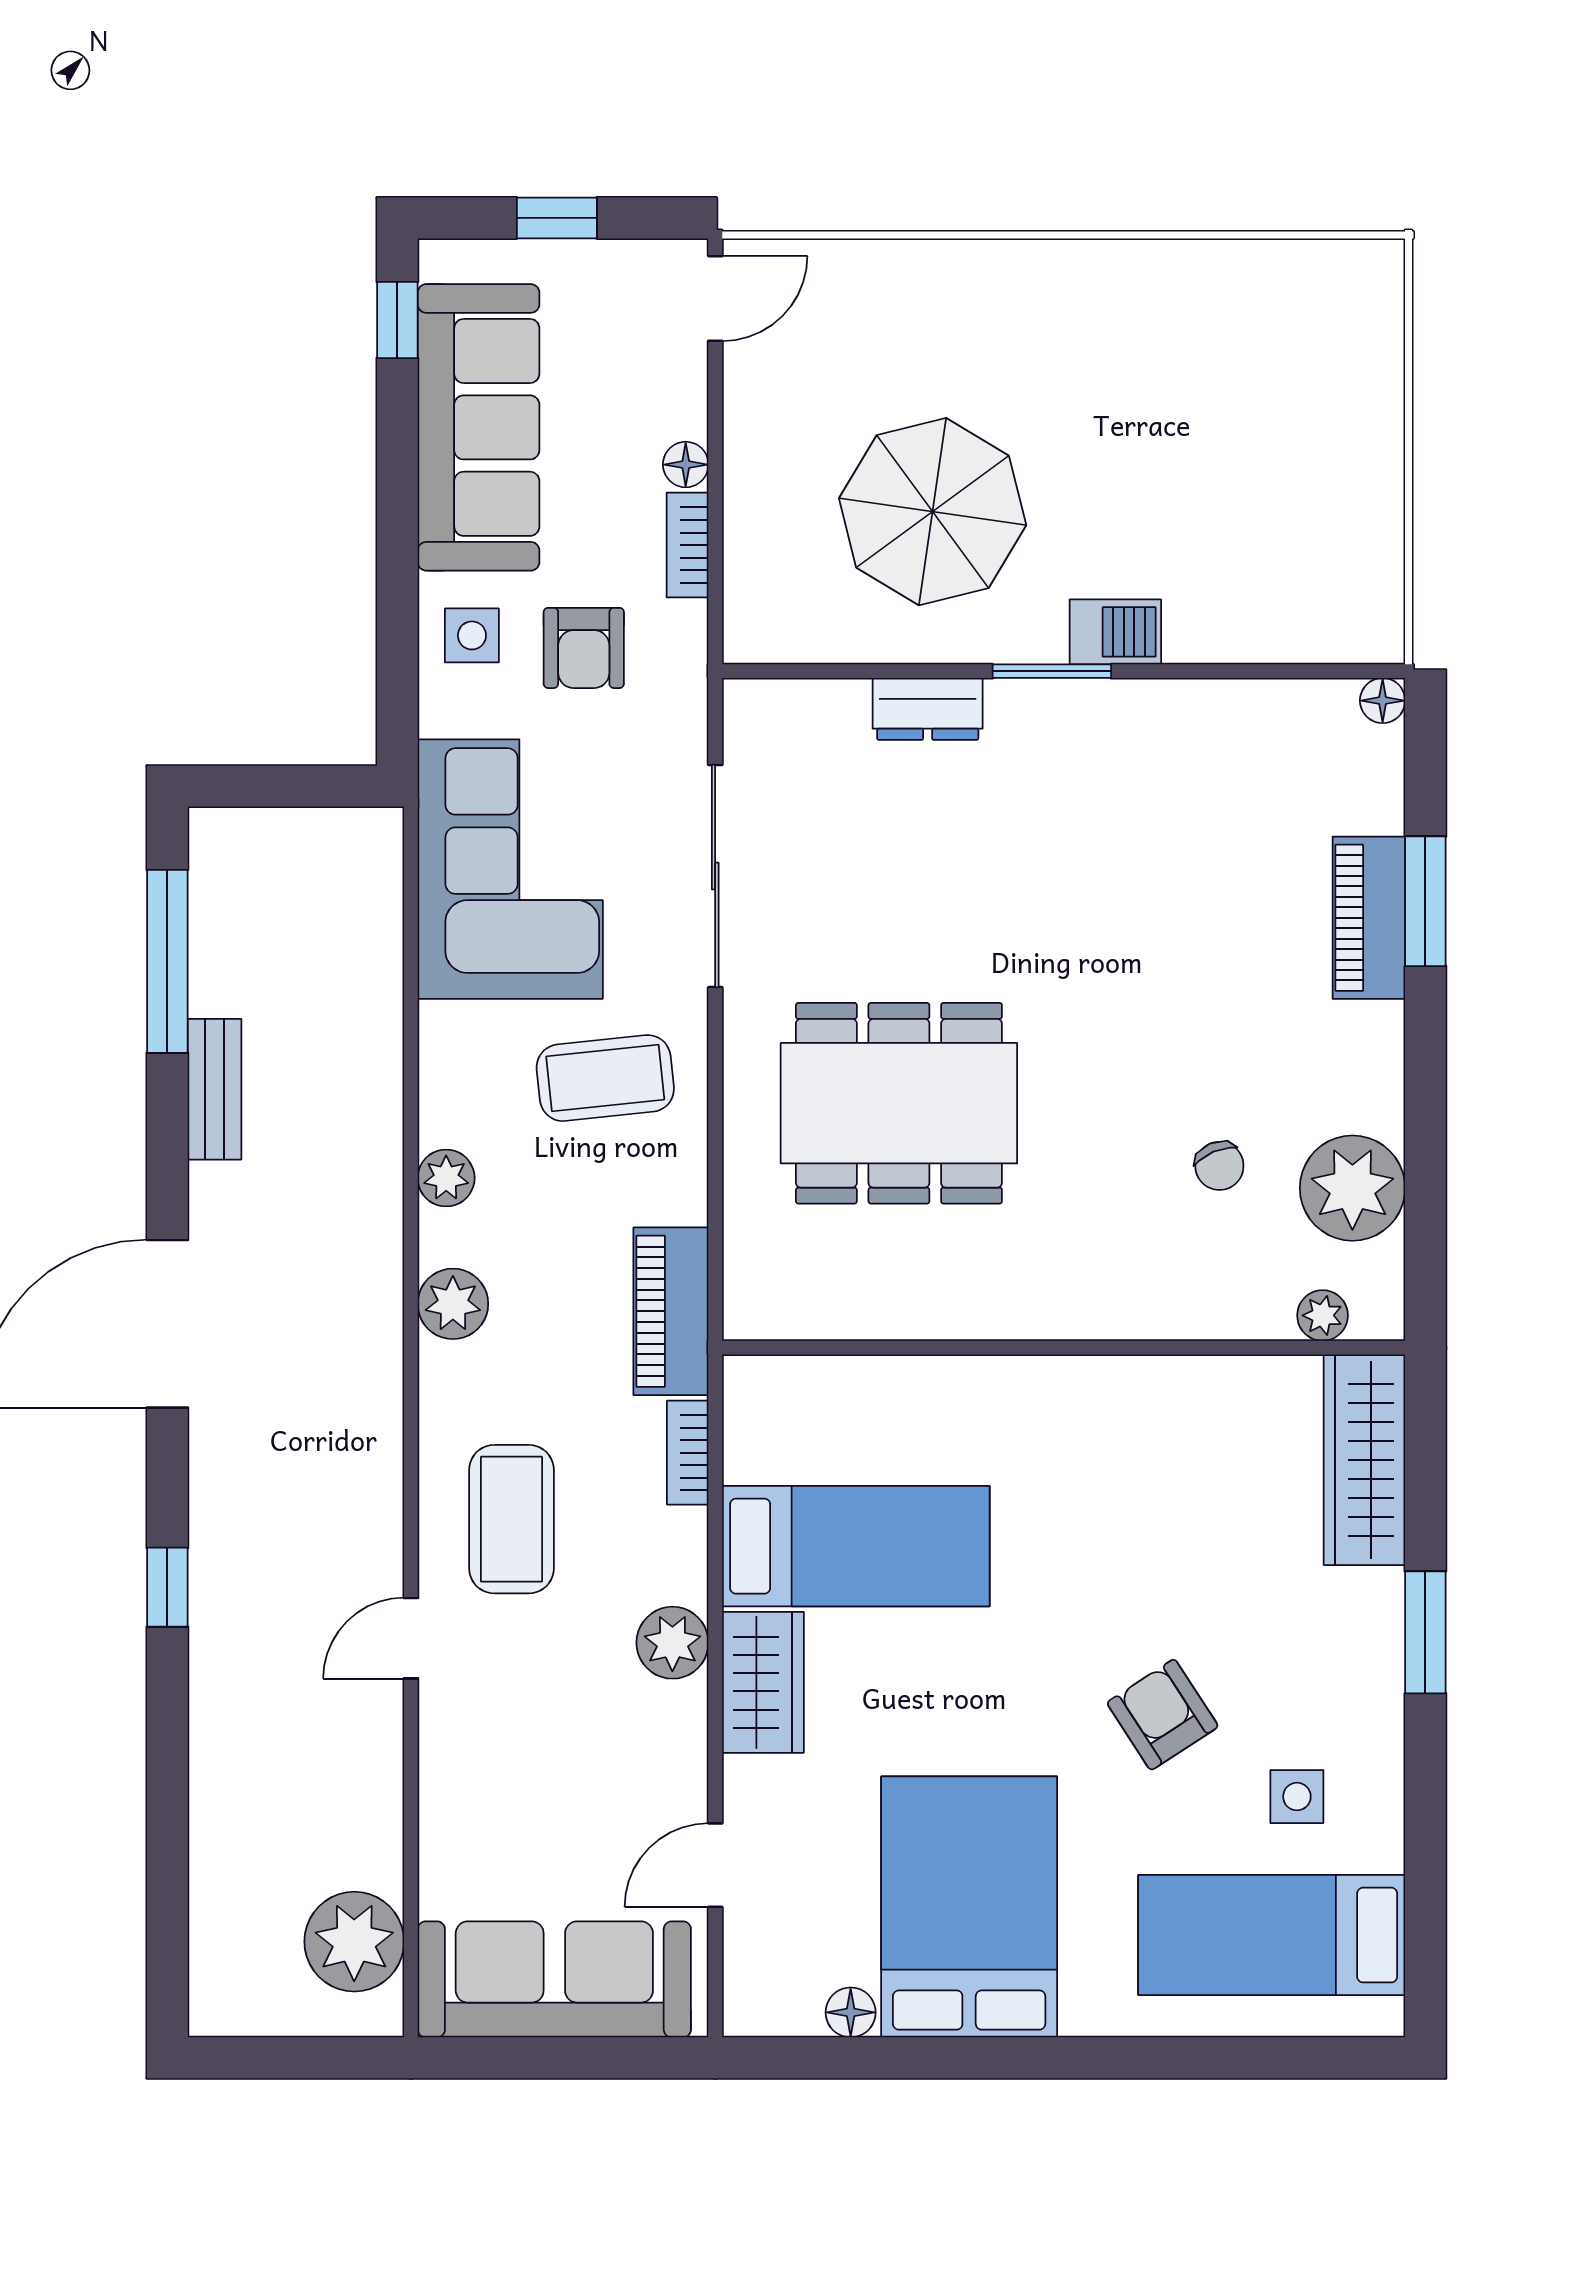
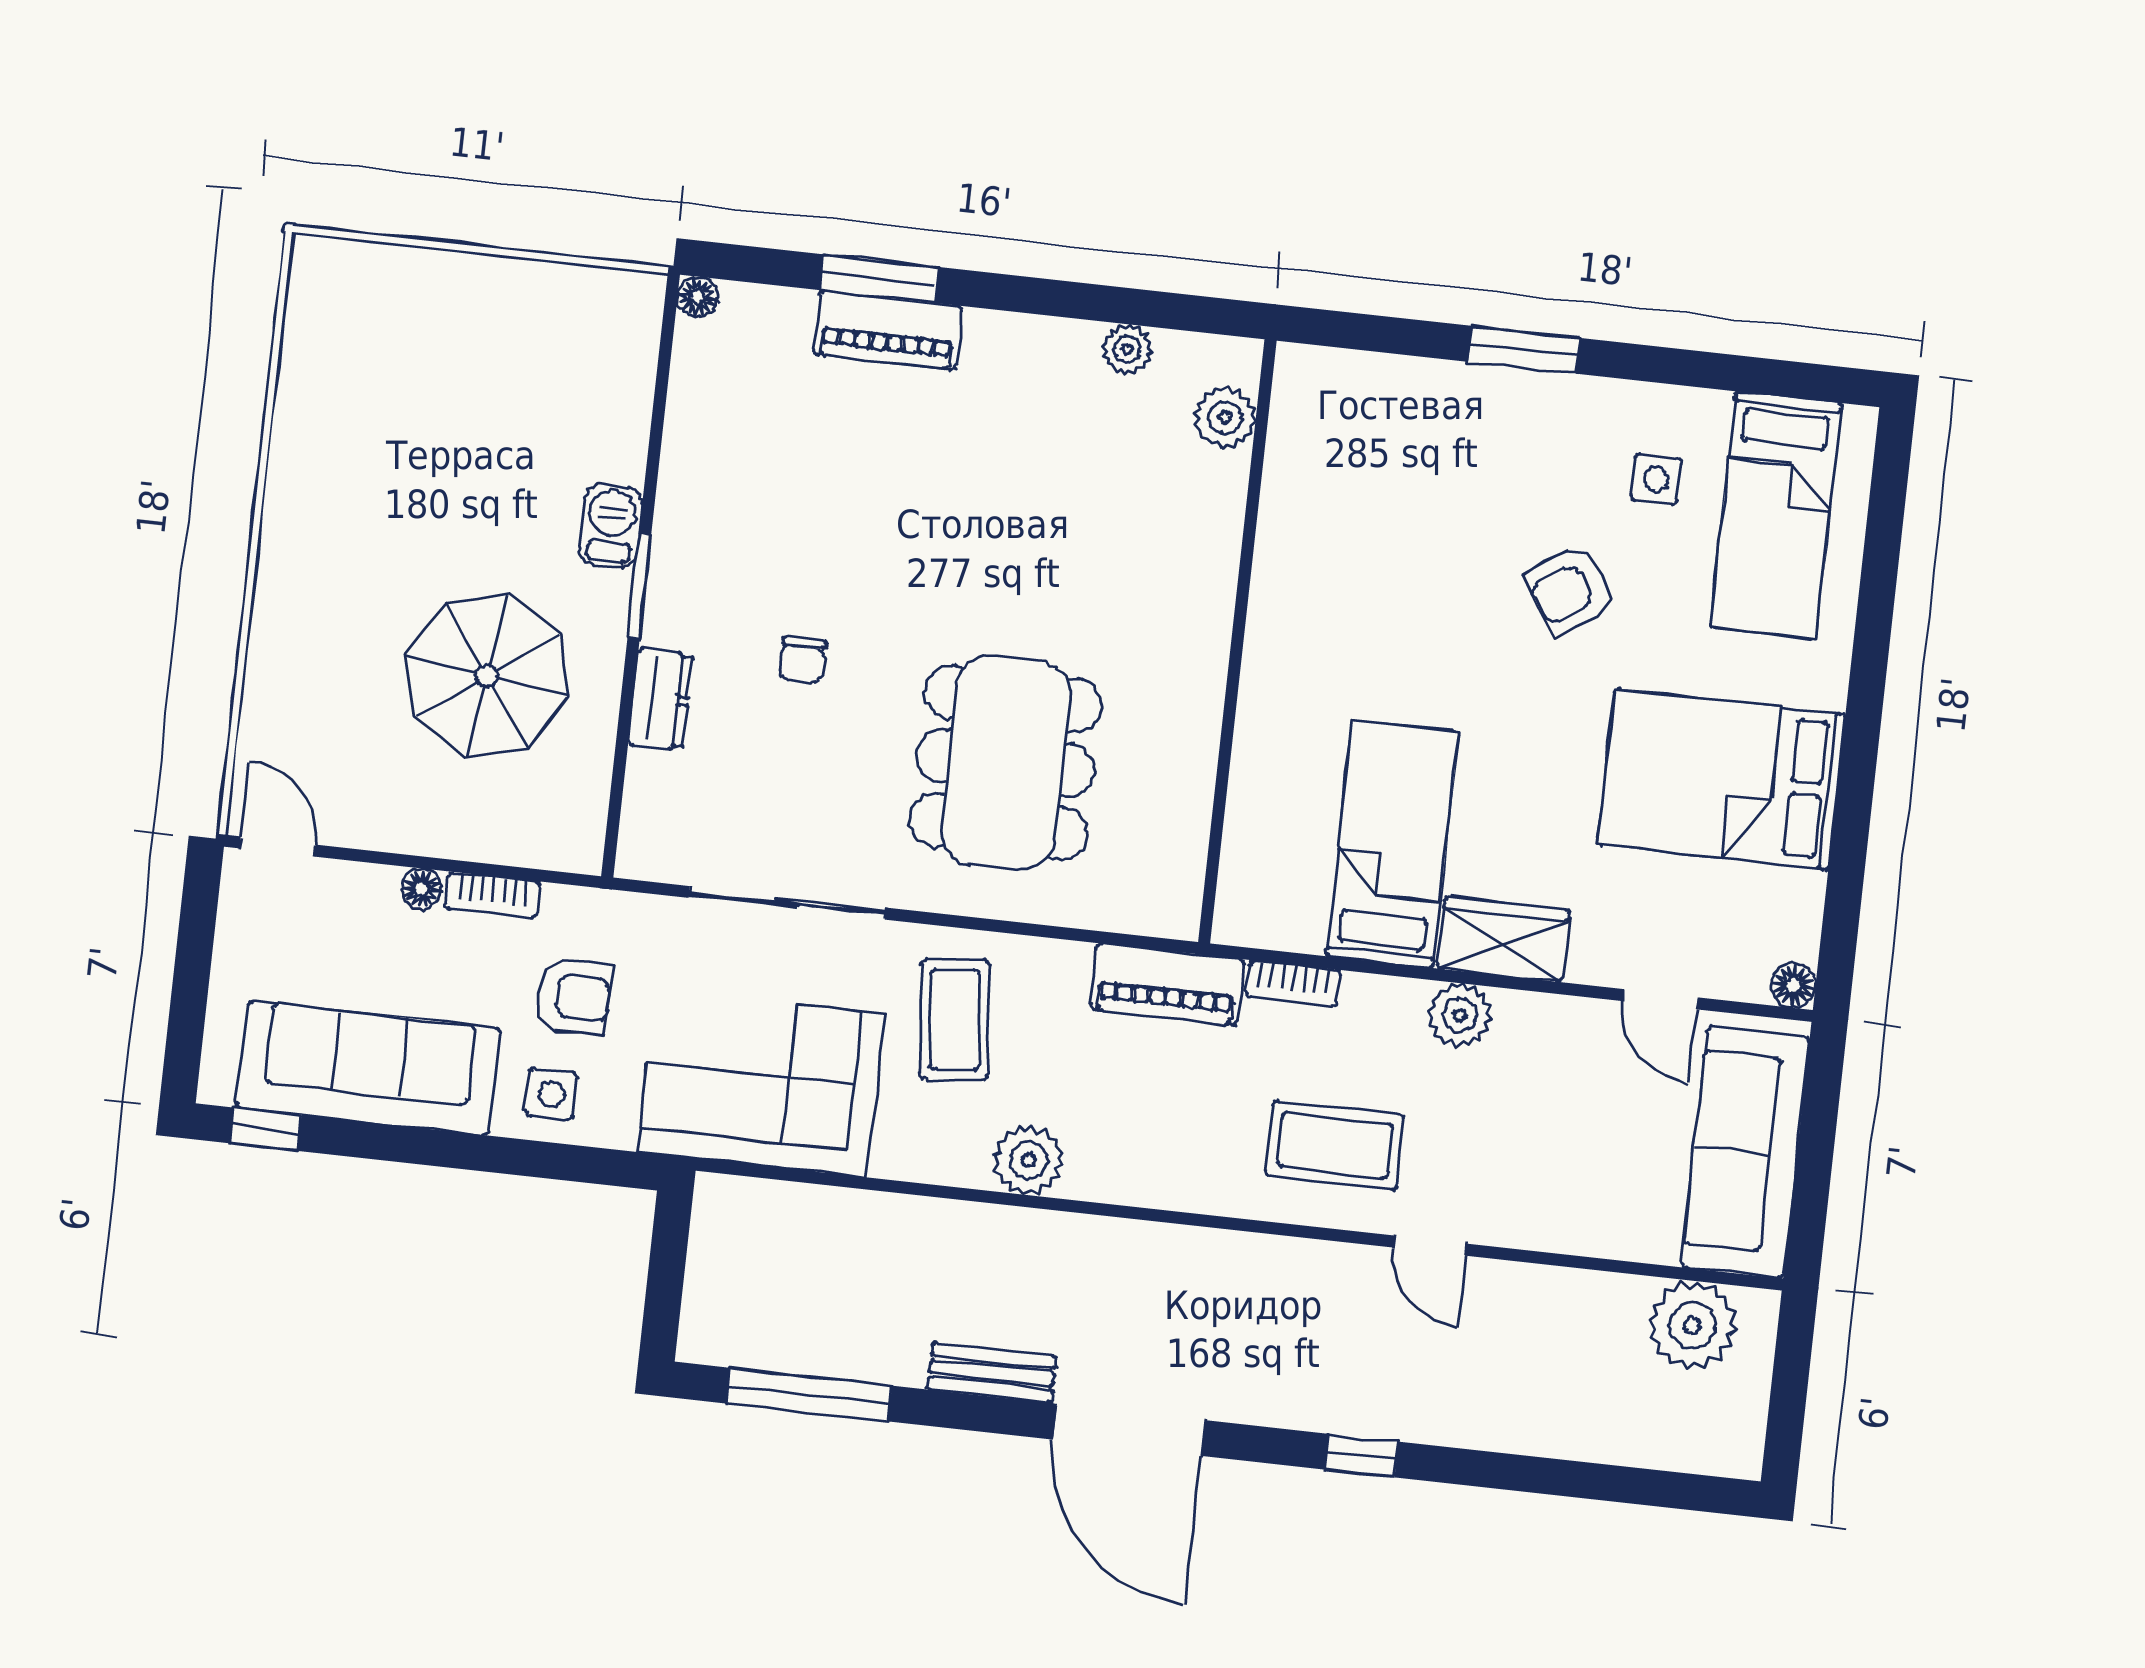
window: (557, 218) -> (191, 979), removed
bench: (215, 1089) -> (992, 1373), moved
chair: (1219, 1166) -> (803, 660), moved, turned 113
plant: (446, 1178) -> (1029, 1160), width x1.38, depth x1.38
plant: (1352, 1188) -> (1127, 349), width x0.53, depth x0.53
plant: (453, 1304) -> (1139, 1176), removed
plant: (1323, 1315) -> (1225, 417), width x1.38, depth x1.38
wardrobe: (1364, 1460) -> (1366, 387), removed
floor lamp: (851, 2012) -> (1793, 986), moved

